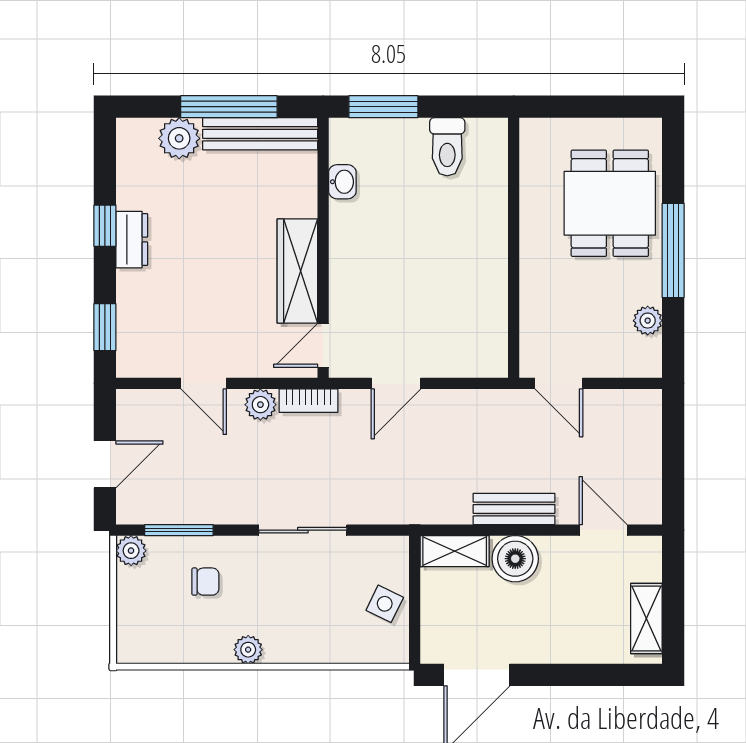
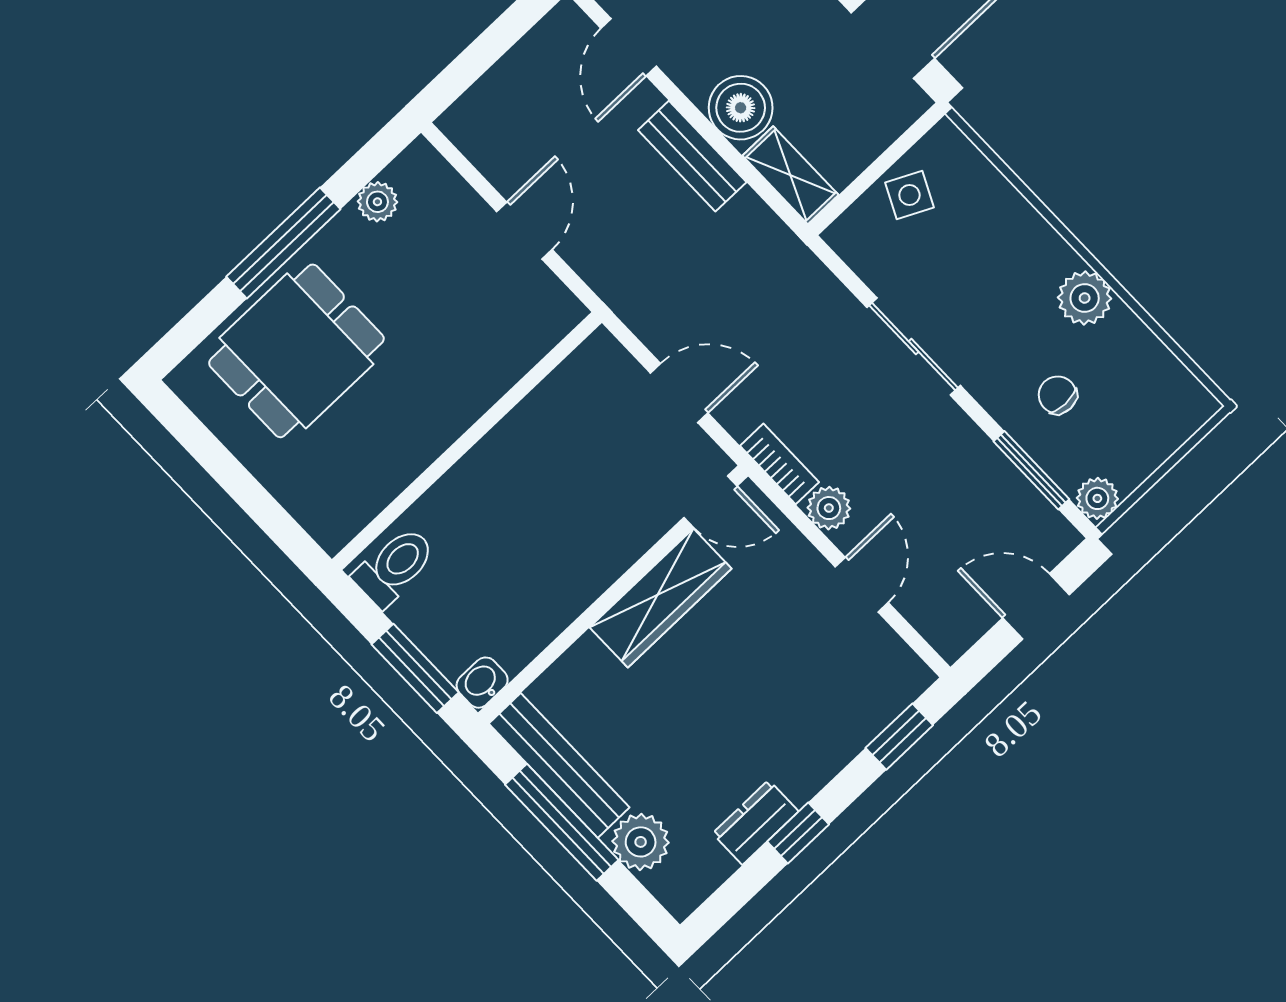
washbasin: (342, 182) -> (482, 683), moved
dresser: (132, 240) -> (756, 822), moved
wall: (514, 248) -> (467, 441), moved
plant: (248, 650) -> (1085, 298), width x1.38, depth x1.38

